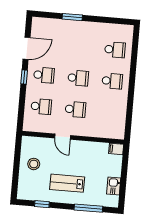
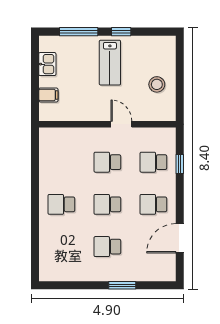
school desk: (115, 50) -> (107, 247), moved
window: (24, 77) -> (180, 164), moved
filing cabinet: (116, 149) -> (48, 95), moved
lab bench: (67, 183) -> (110, 63), turned 90
window: (42, 204) -> (121, 32), moved

